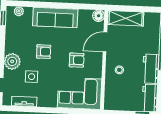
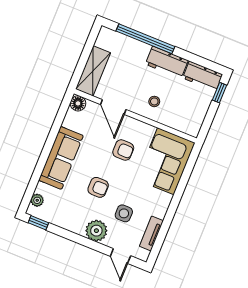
armchair: (44, 52) -> (98, 187), turned 90
armchair: (77, 60) -> (123, 150), turned 90

